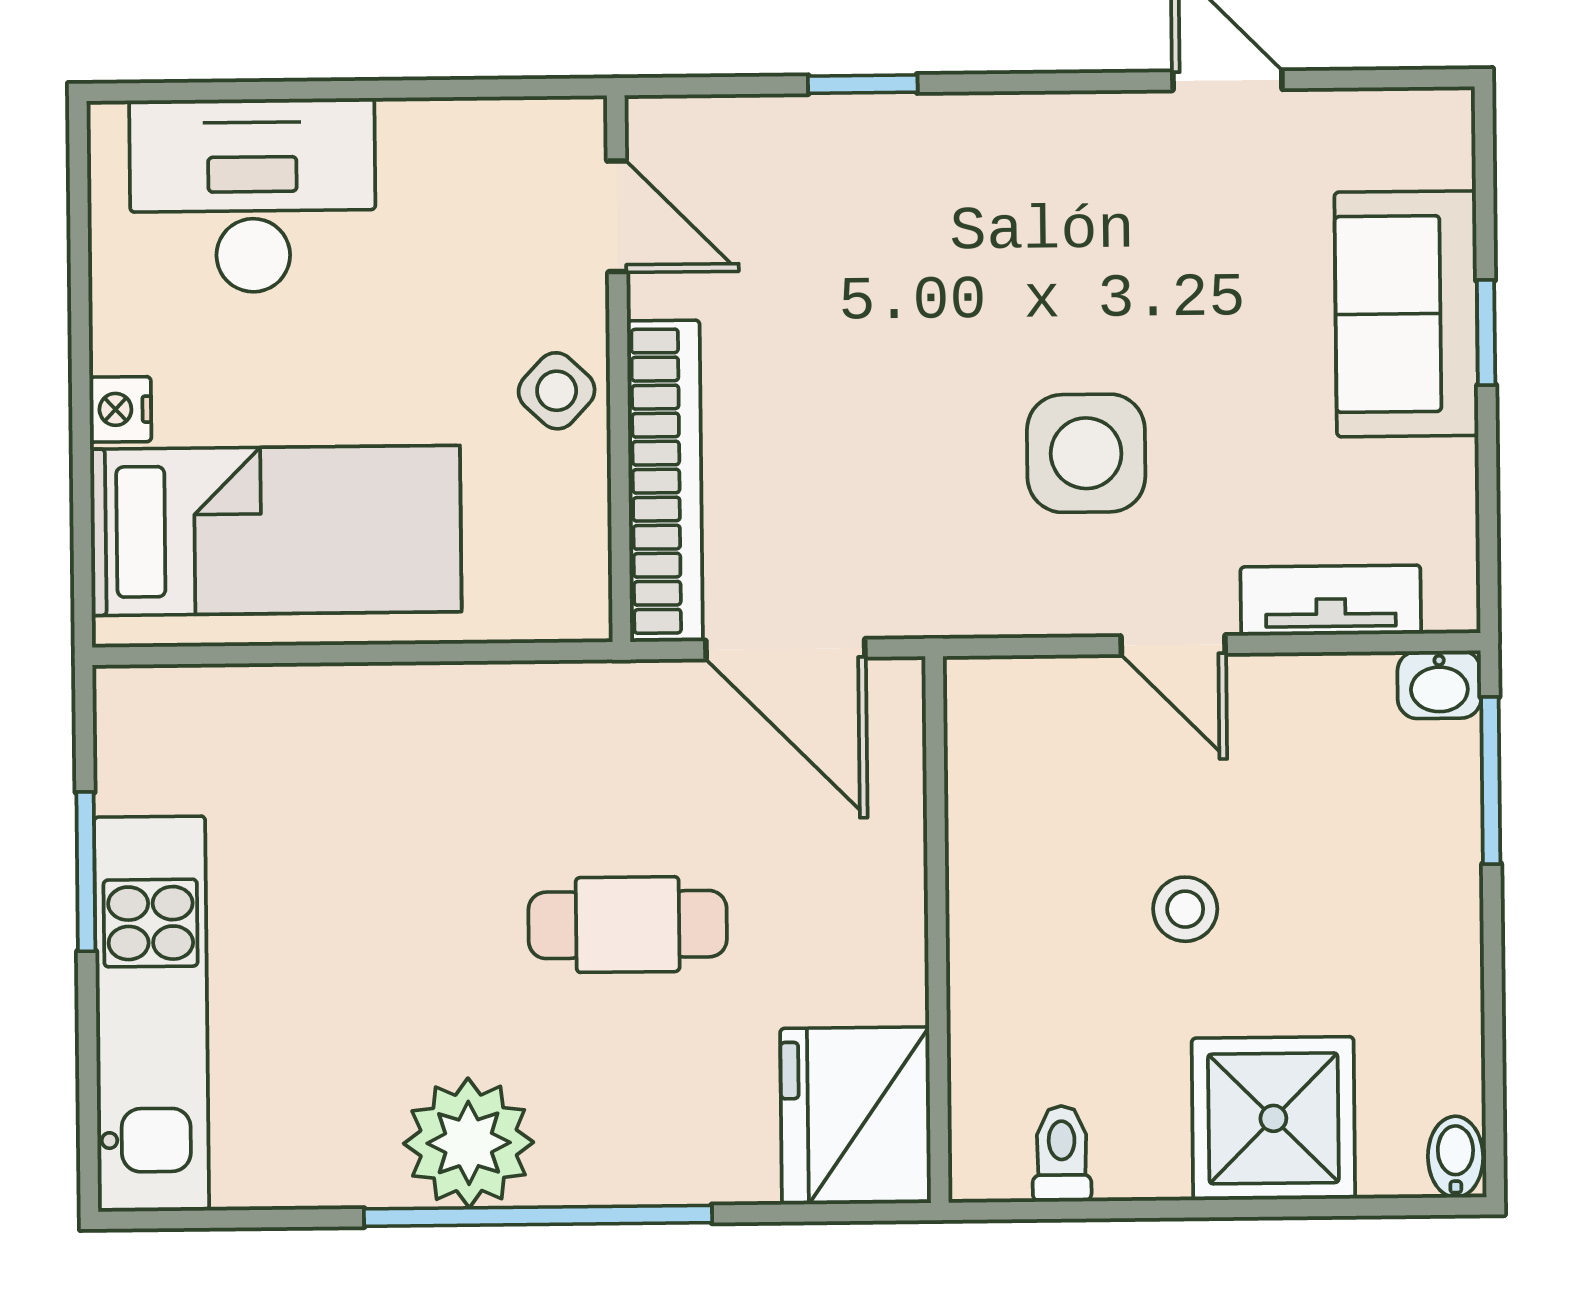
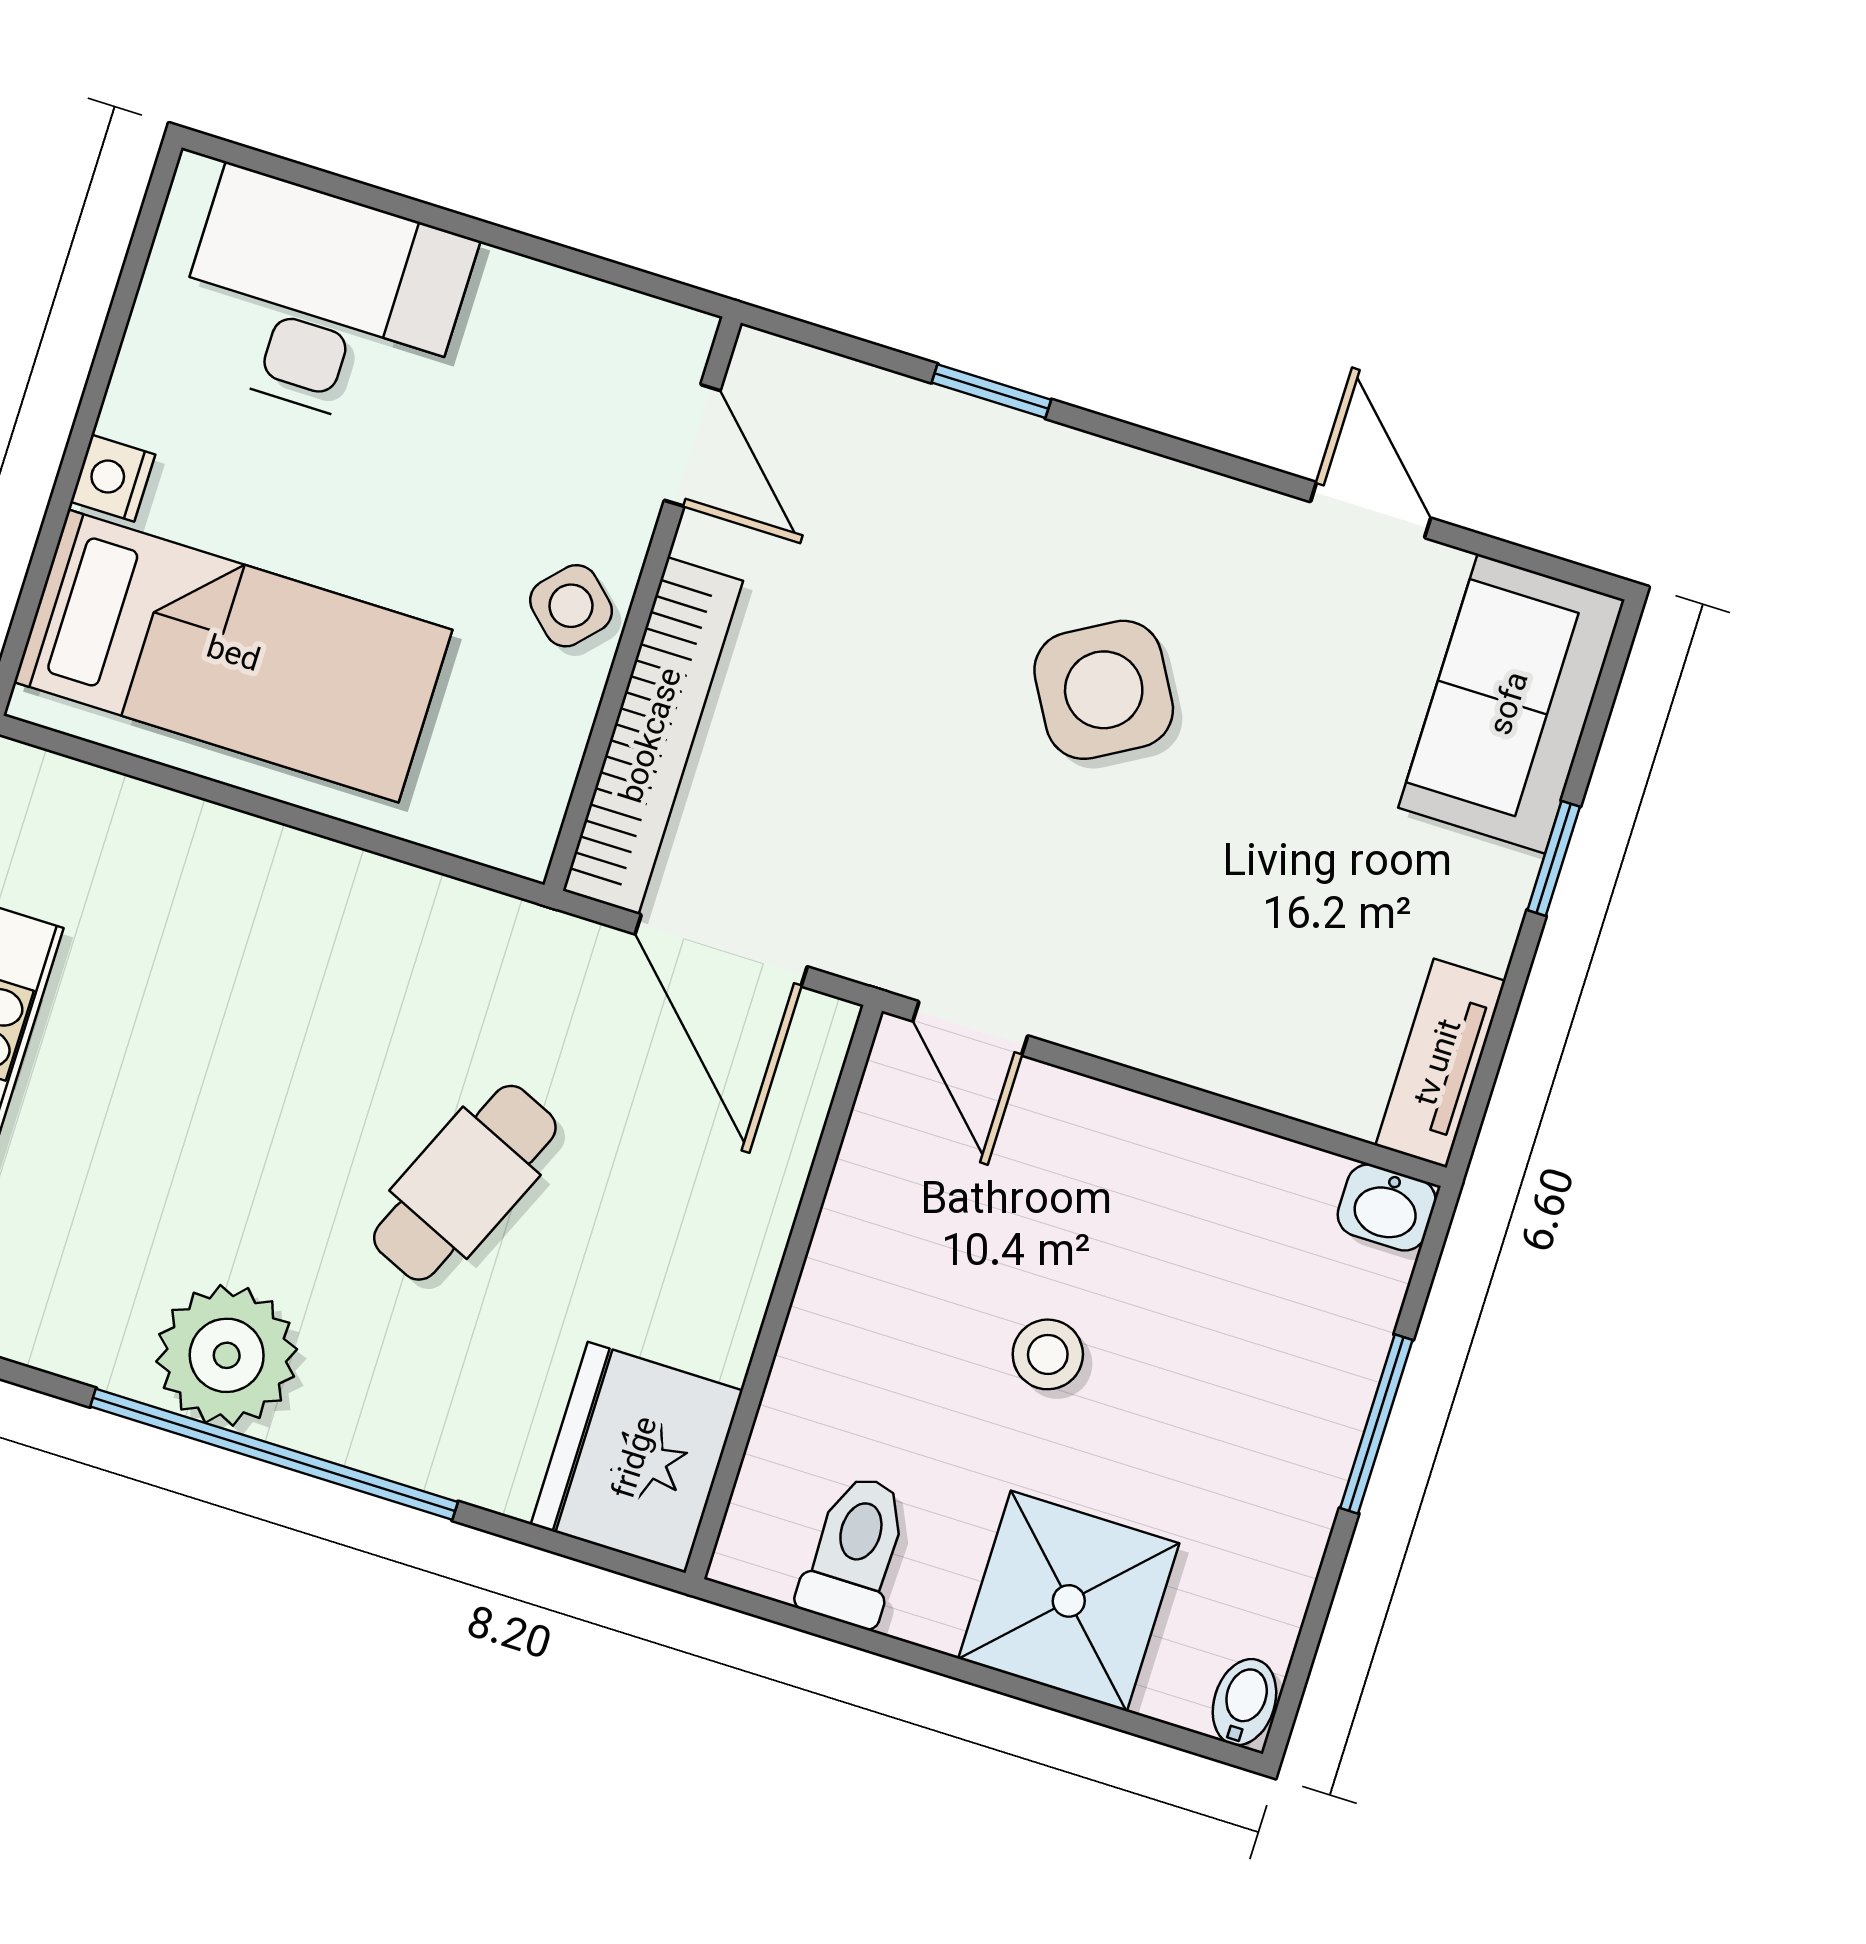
sofa: (1406, 314) -> (1511, 704), moved
side table: (1086, 453) -> (1104, 690), moved, turned -30
tv unit: (1331, 600) -> (1440, 1063), moved, turned -90
door: (1173, 645) -> (970, 1028), moved
window: (1491, 780) -> (1376, 1424), moved
cafe table: (628, 925) -> (465, 1183), turned -66
toilet: (1062, 1154) -> (855, 1551), width x1.37, depth x1.39

